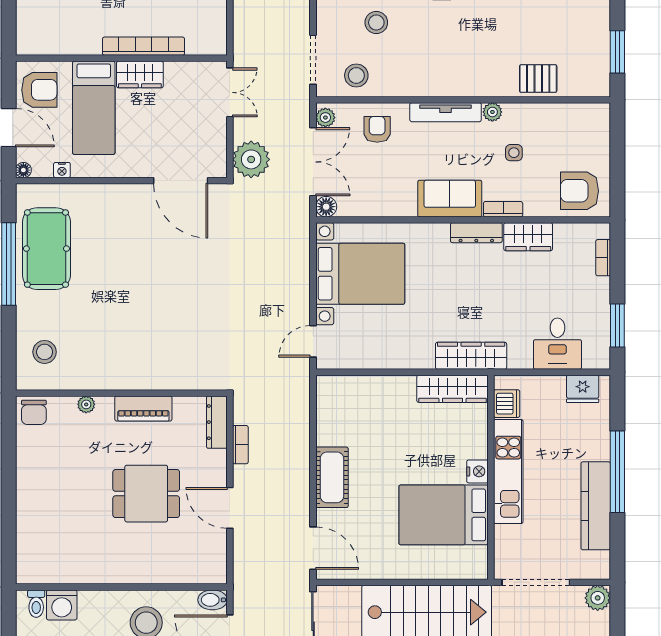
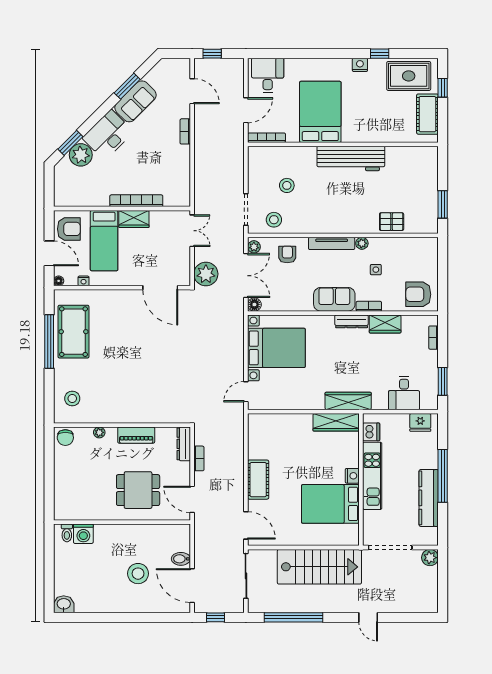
wall: (121, 587) -> (122, 522), moved
toilet: (36, 604) -> (67, 533), moved
washing machine: (62, 605) -> (83, 534), moved

